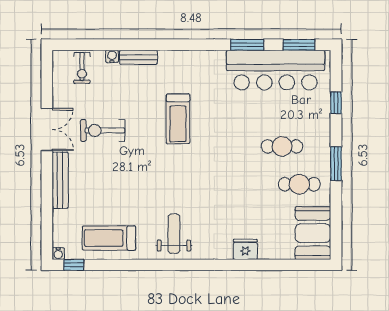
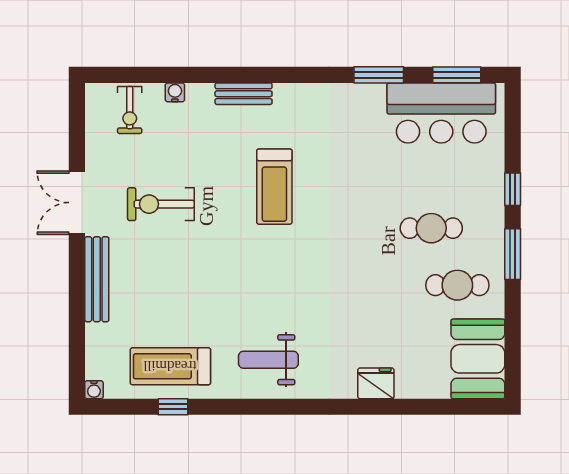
bench: (138, 57) -> (244, 94), moved
bar counter: (276, 70) -> (441, 113), width x0.73
window: (336, 103) -> (513, 189), moved
double door: (47, 130) -> (77, 203), swing flipped
weight bench: (174, 234) -> (268, 360), turned -90
window: (74, 265) -> (173, 407), moved

